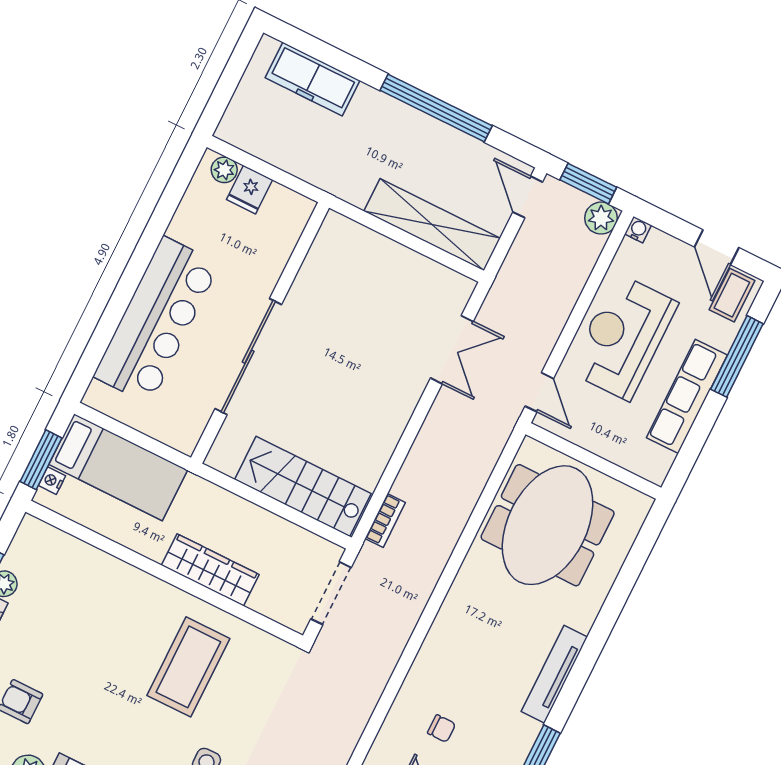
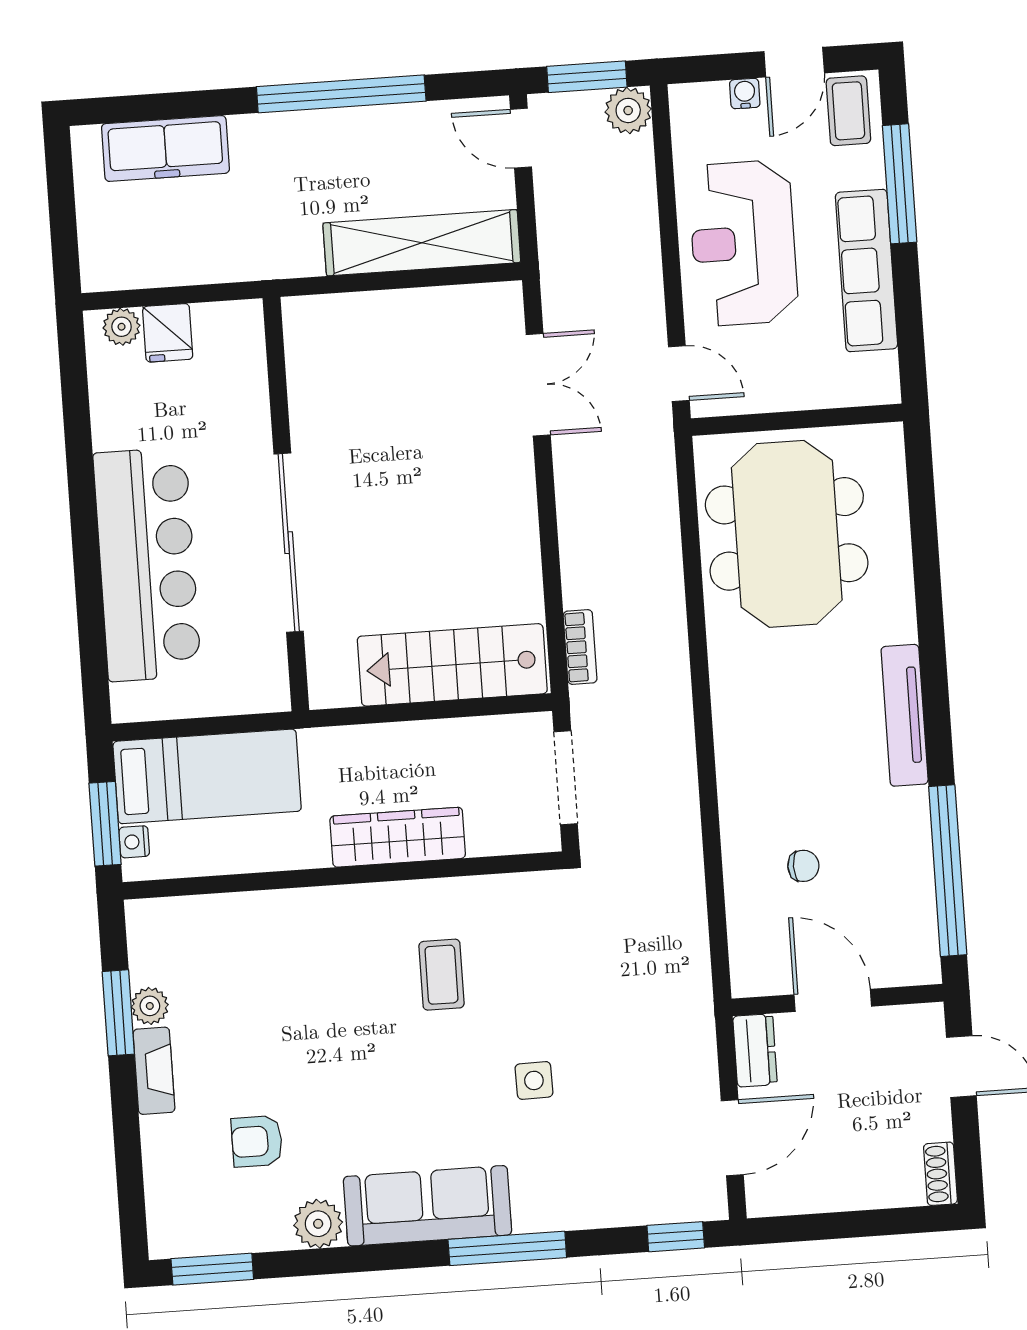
water cooler: (638, 230) -> (745, 94), moved
door: (717, 247) -> (794, 62), hinge flipped
coffee table: (188, 667) -> (441, 975), width x0.54, depth x0.58

